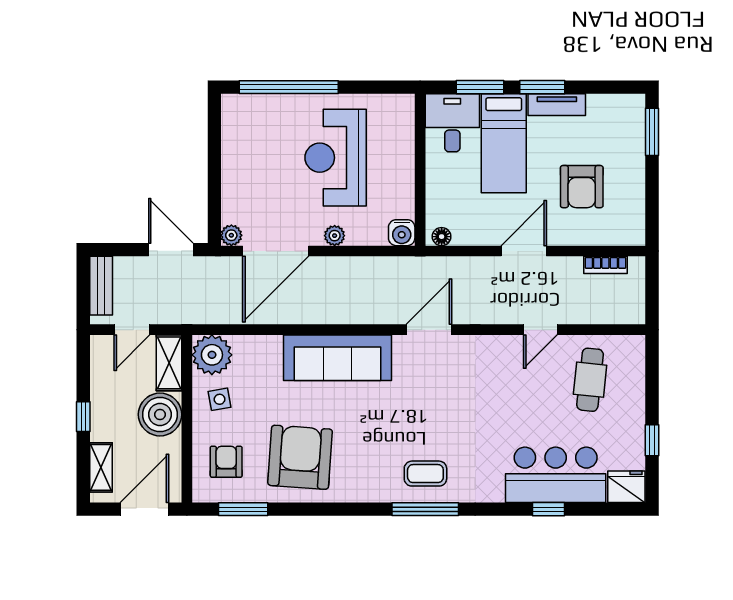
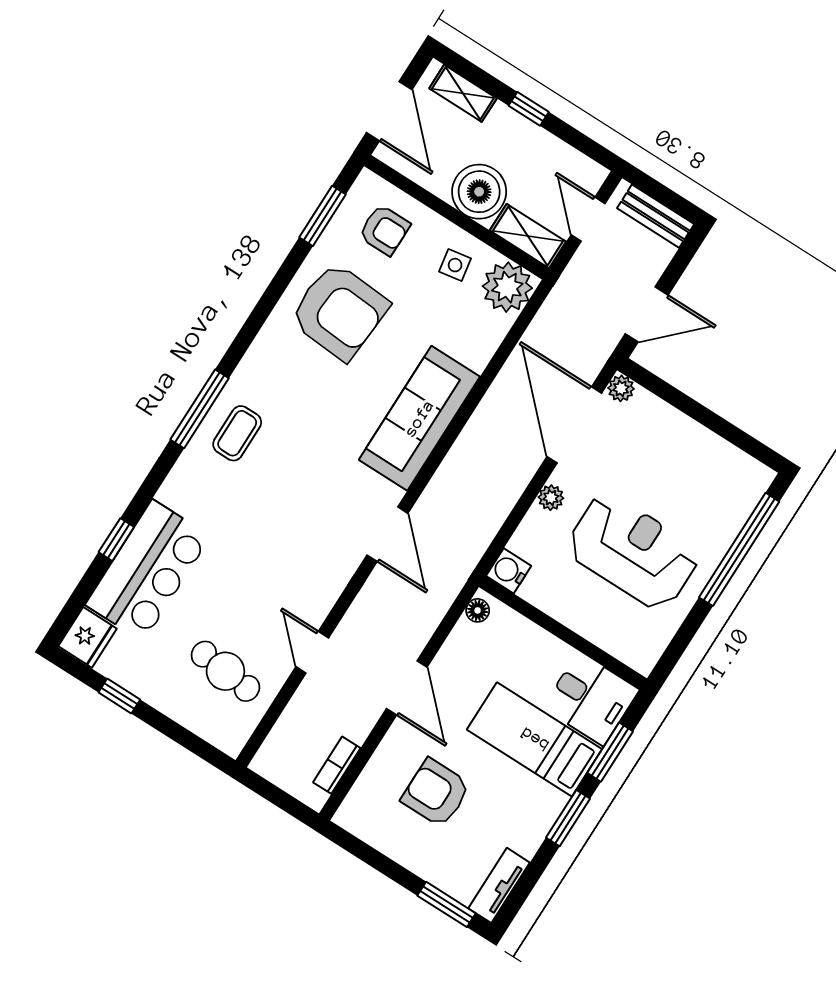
tv unit: (557, 105) -> (499, 885), moved

